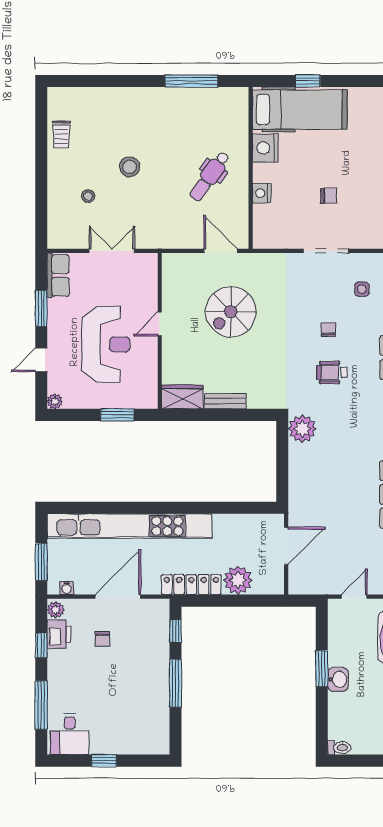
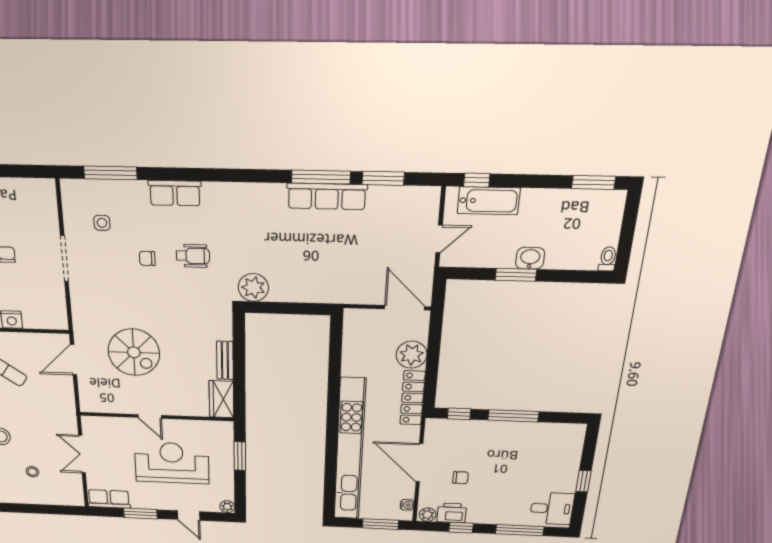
wheelchair: (332, 373) -> (193, 256), turned -90
door: (286, 546) -> (405, 308), moved
door: (354, 597) -> (439, 239), swing flipped

